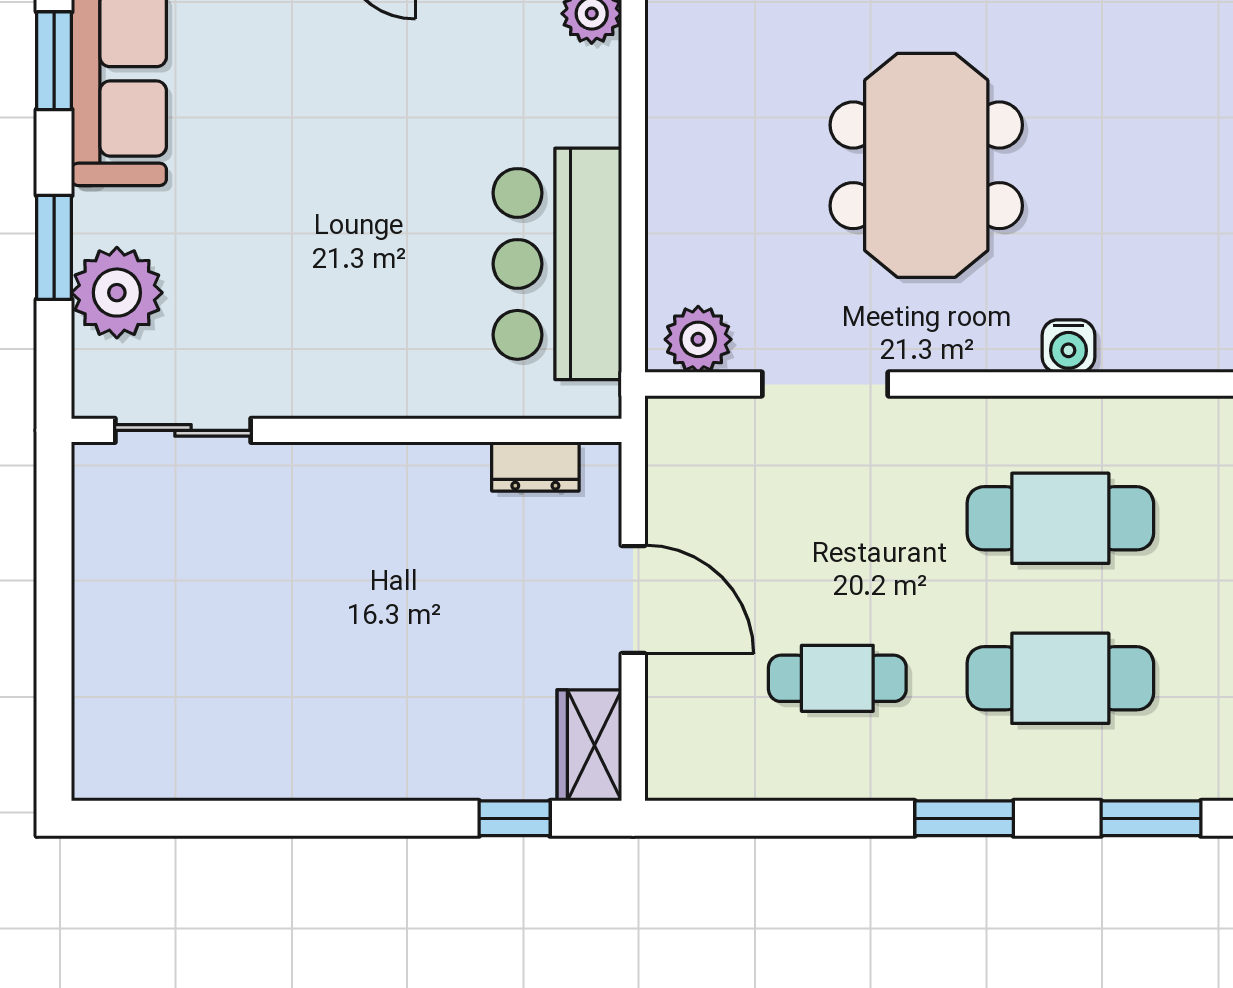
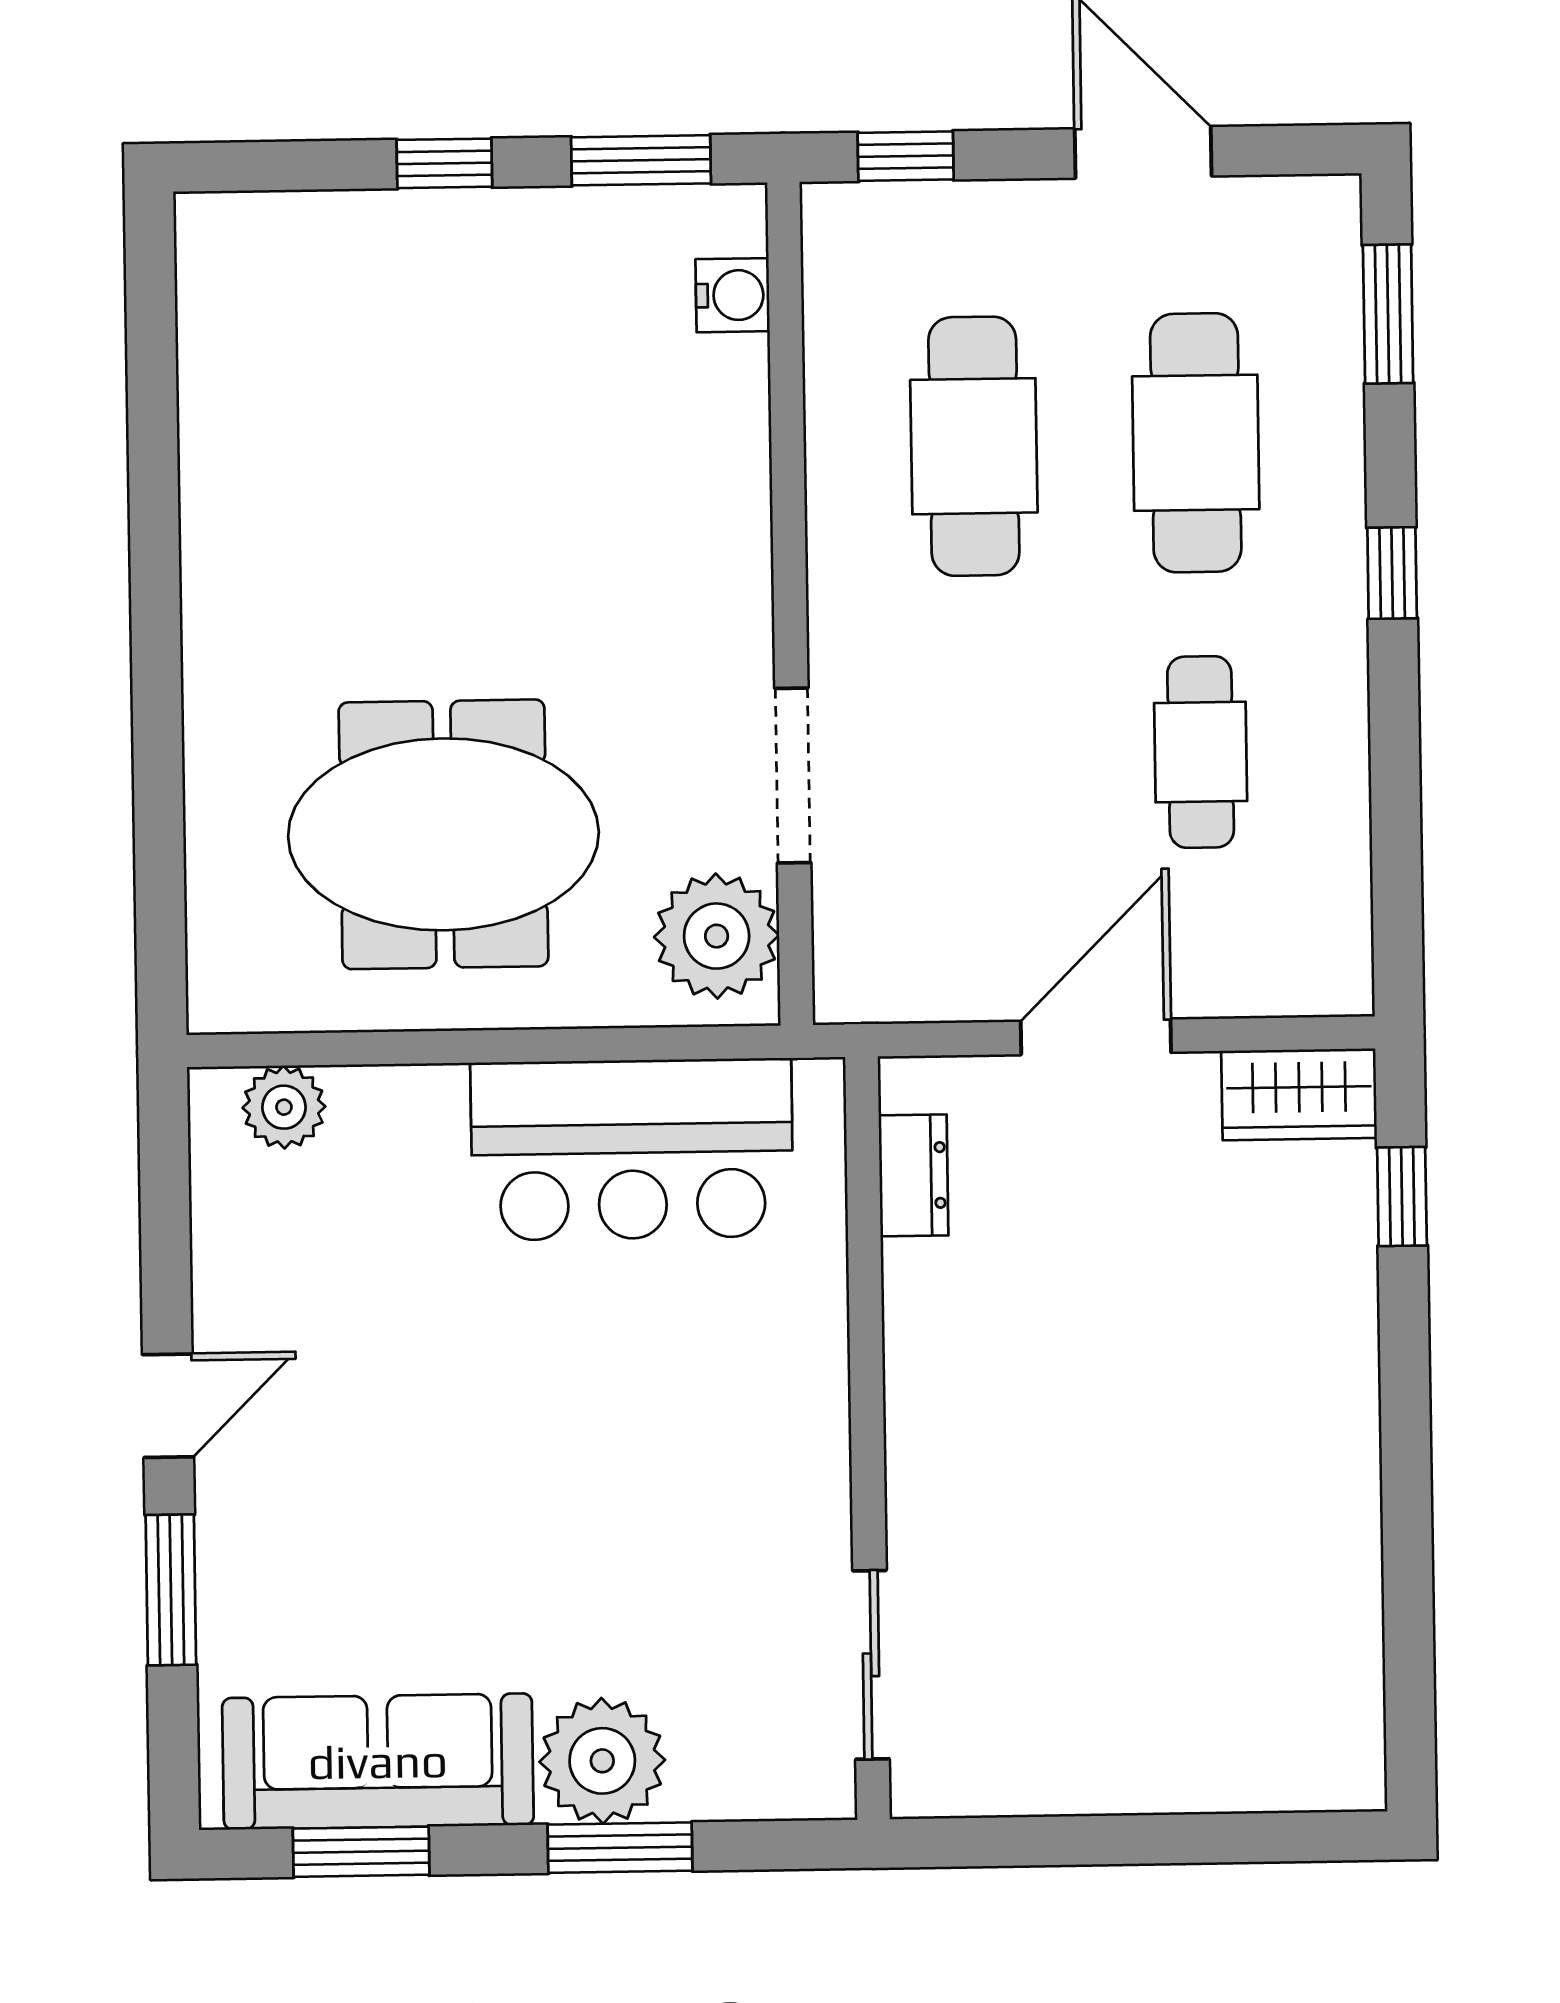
meeting table: (926, 165) -> (443, 834), moved
plant: (117, 293) -> (602, 1761), moved
plant: (698, 339) -> (717, 936), width x1.36, depth x1.36
water cooler: (1068, 346) -> (733, 295), moved
window: (964, 818) -> (1392, 573), width x0.67

